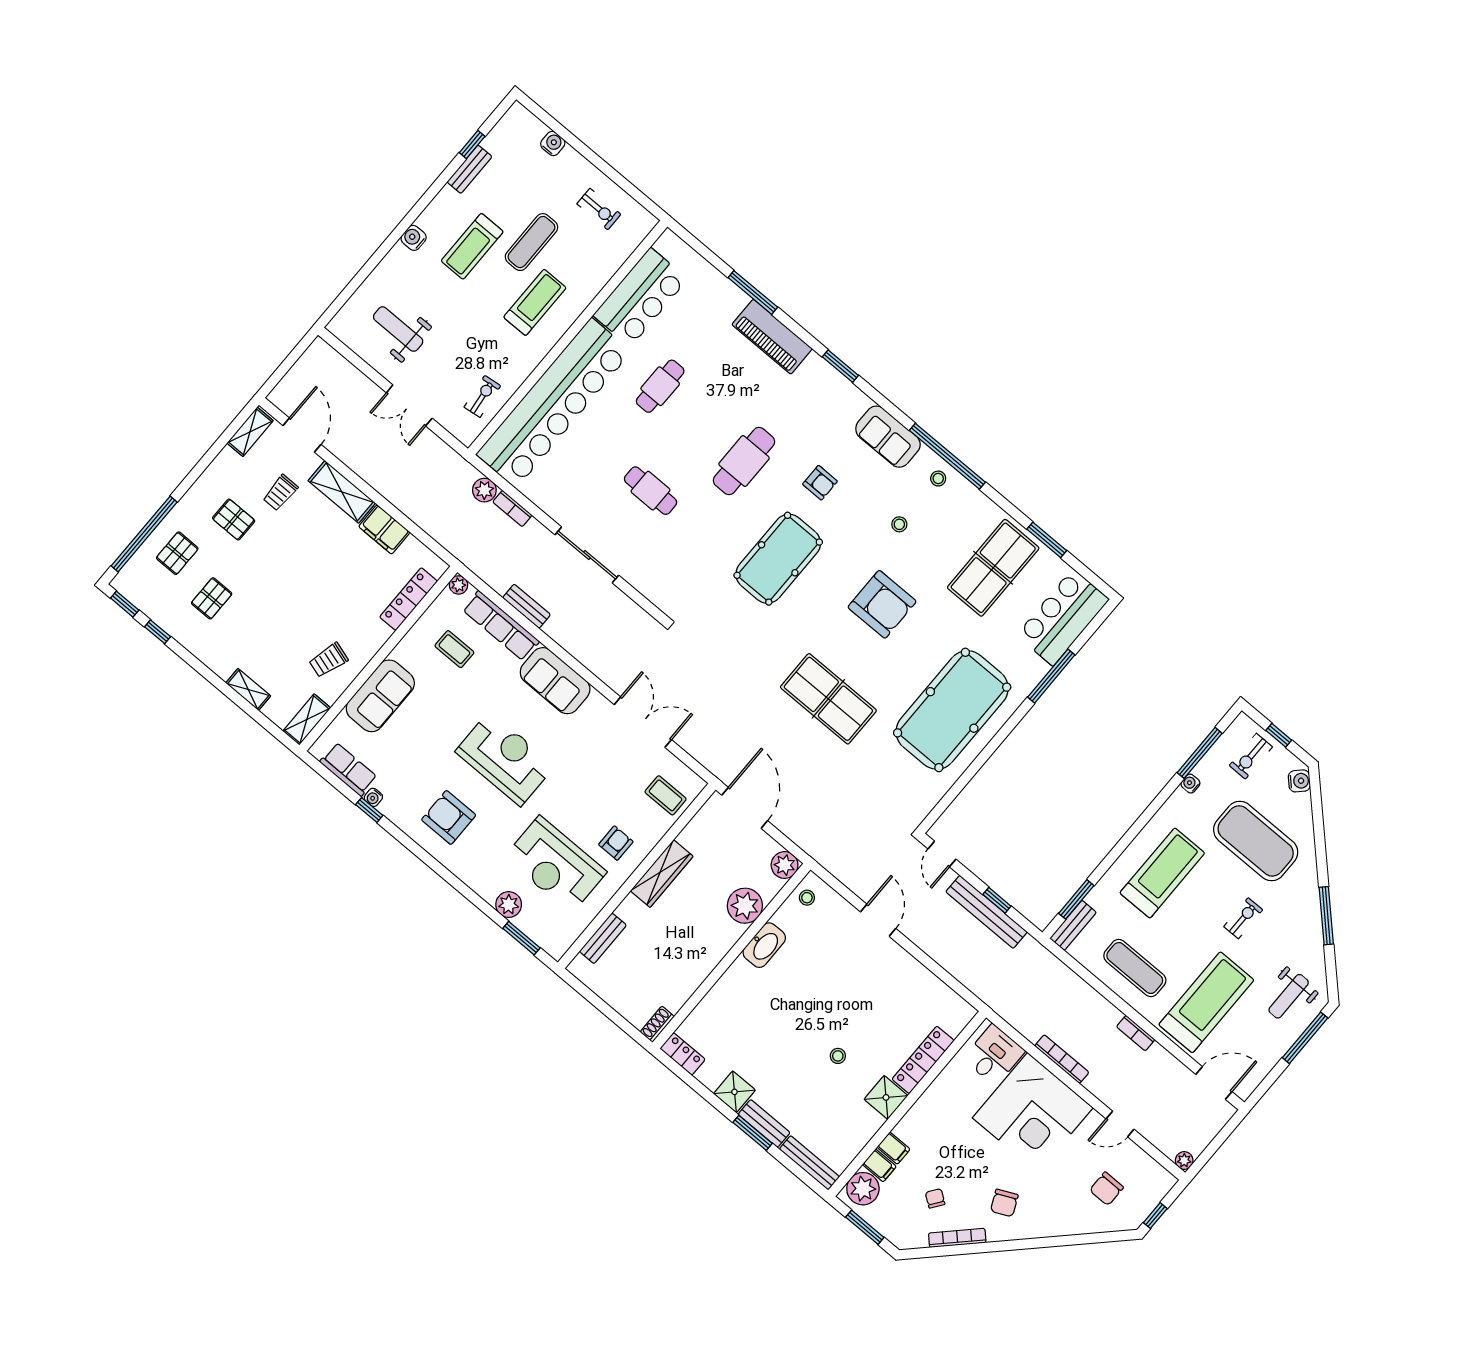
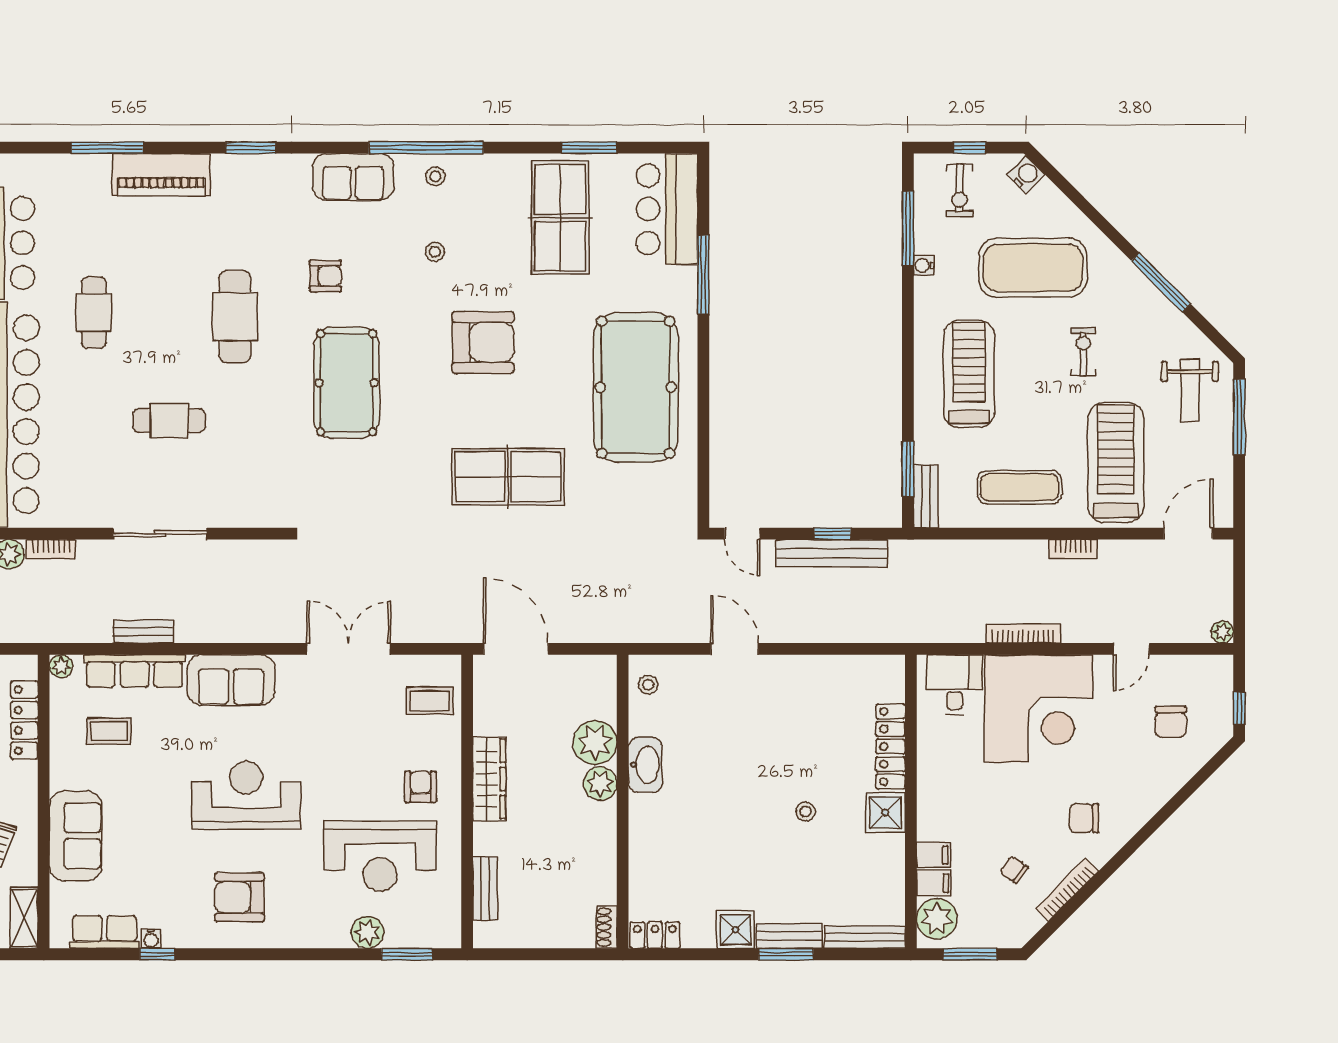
plant: (785, 865) -> (600, 784), moved
chair: (1004, 1203) -> (1084, 818), turned 115

